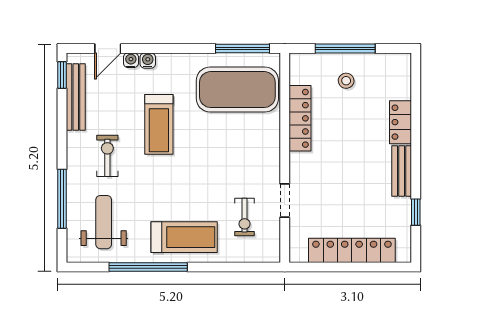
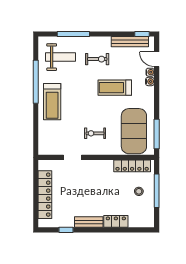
locker: (300, 118) -> (132, 166), moved
exercise bike: (245, 217) -> (95, 133), moved

